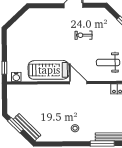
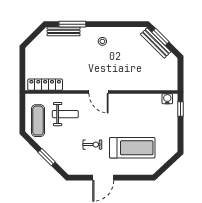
treadmill: (49, 70) -> (132, 148), moved
window: (15, 125) -> (160, 37), moved

